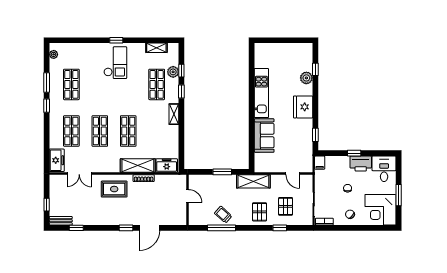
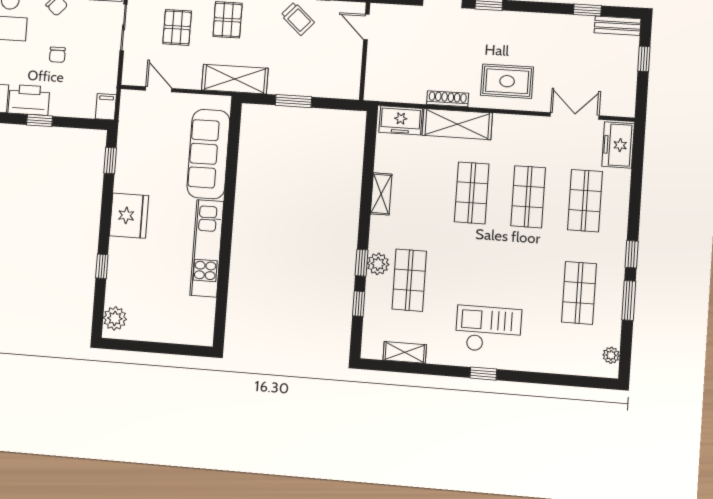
checkout: (115, 63) -> (488, 329), turned 90
window: (315, 69) -> (102, 266), moved
plant: (173, 72) -> (378, 264), moved
plant: (306, 78) -> (115, 318), moved
shelving: (174, 114) -> (381, 194), moved
sofa: (264, 136) -> (208, 154), width x1.36
door: (187, 196) -> (366, 27), moved

